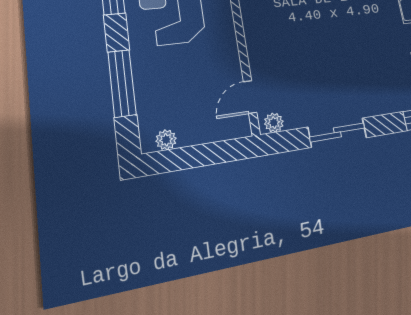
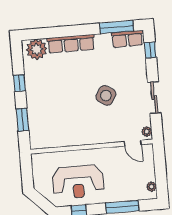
side table: (331, 44) -> (106, 95), added

